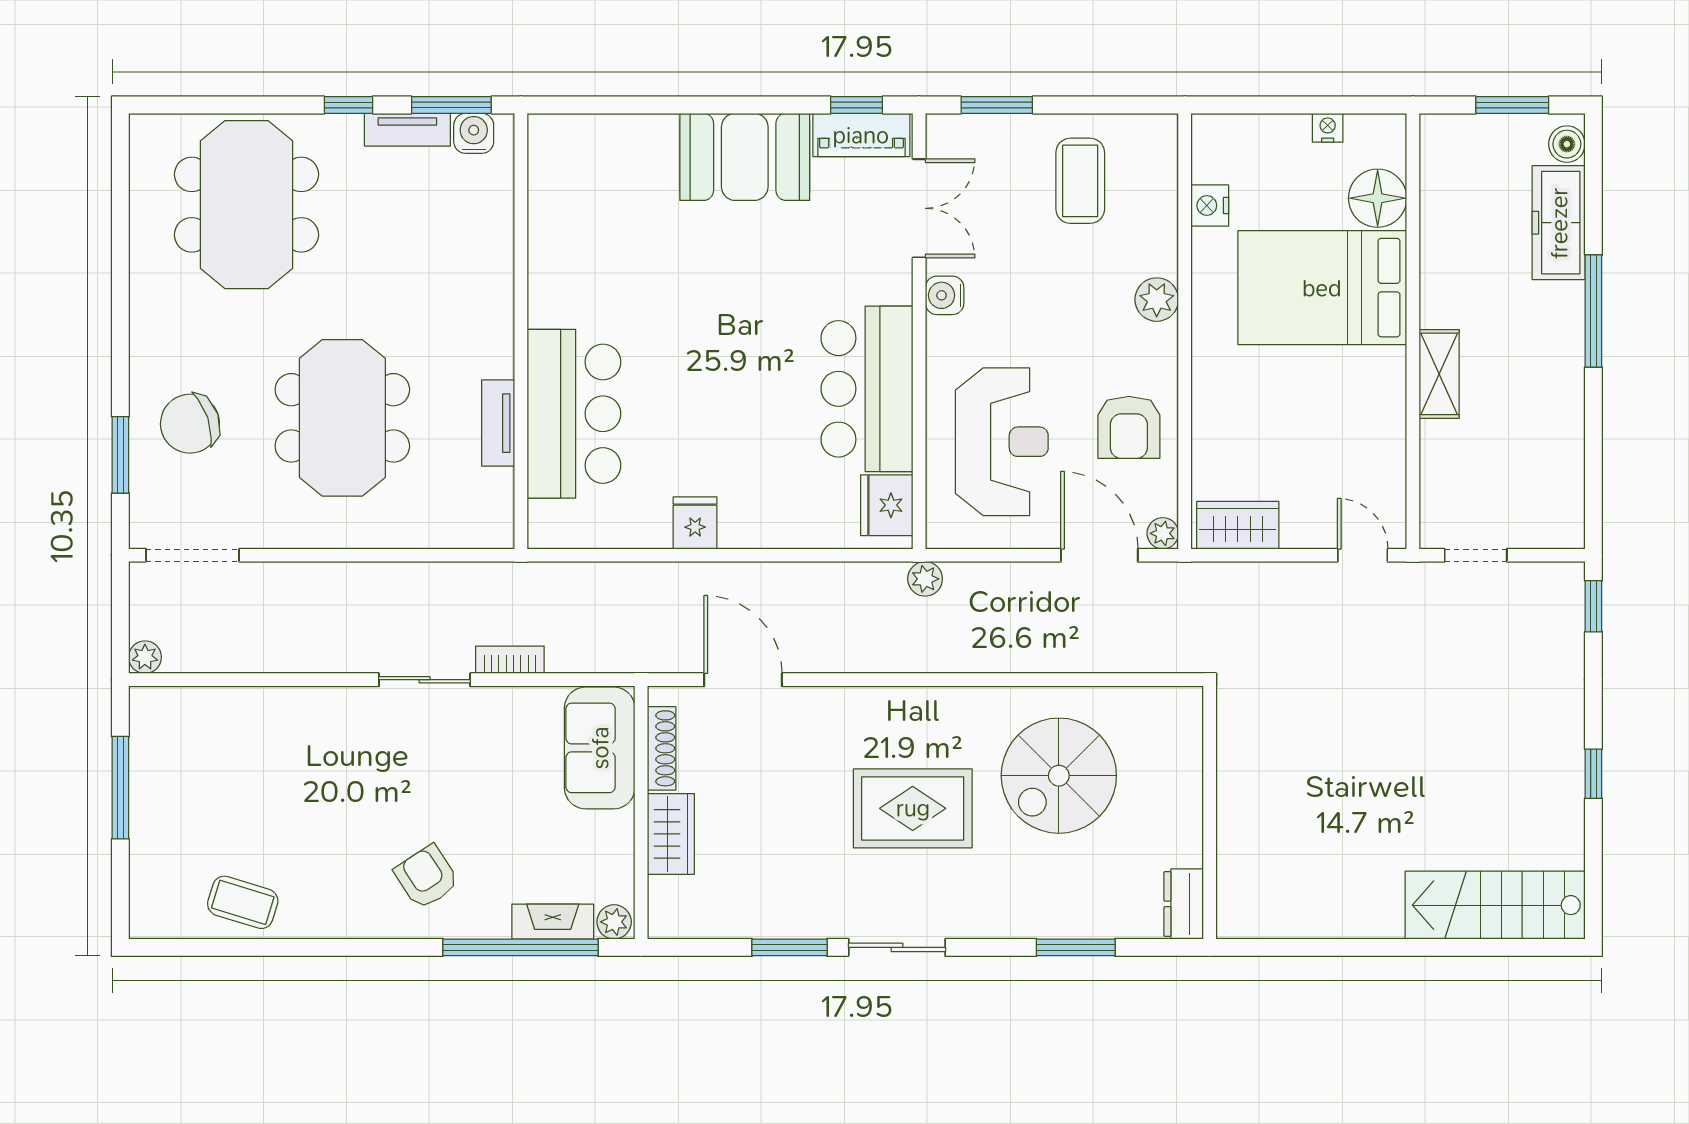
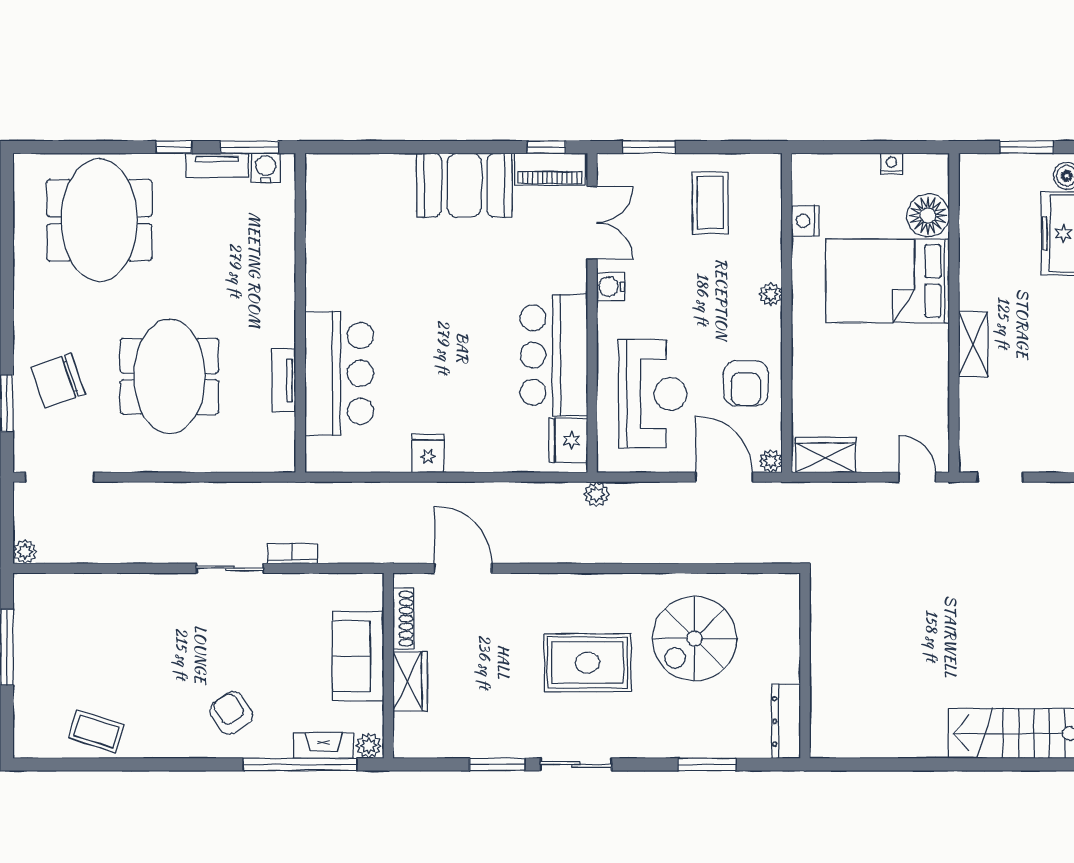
plant: (1157, 300) -> (771, 294), width x0.73, depth x0.73
sofa: (600, 748) -> (358, 656), moved
dresser: (1184, 904) -> (786, 721), width x1.44

